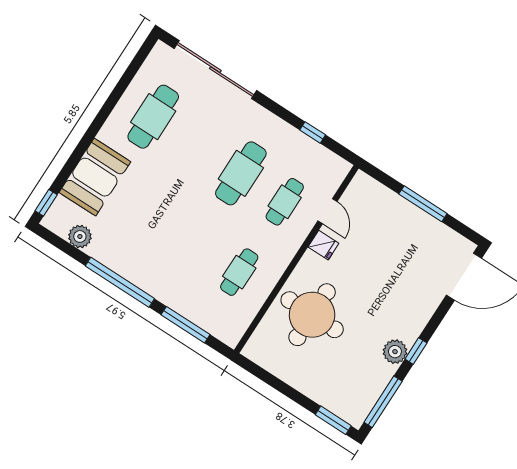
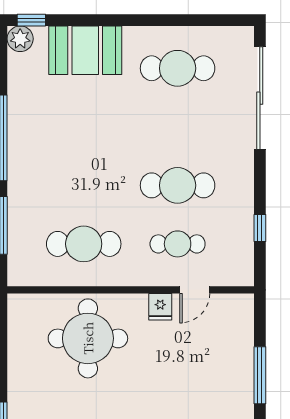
plant: (80, 236) -> (20, 39), moved
cafe table: (239, 272) -> (84, 244), width x1.37, depth x1.35

